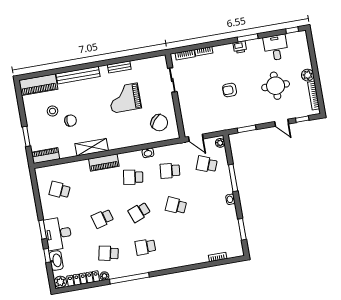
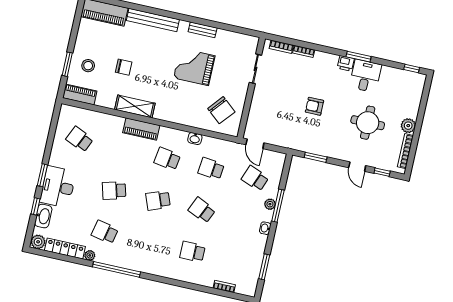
desk: (276, 48) -> (365, 76), moved
stool: (53, 111) -> (88, 66), moved
plant: (220, 143) -> (270, 204), moved
school desk: (145, 247) -> (193, 252), moved

